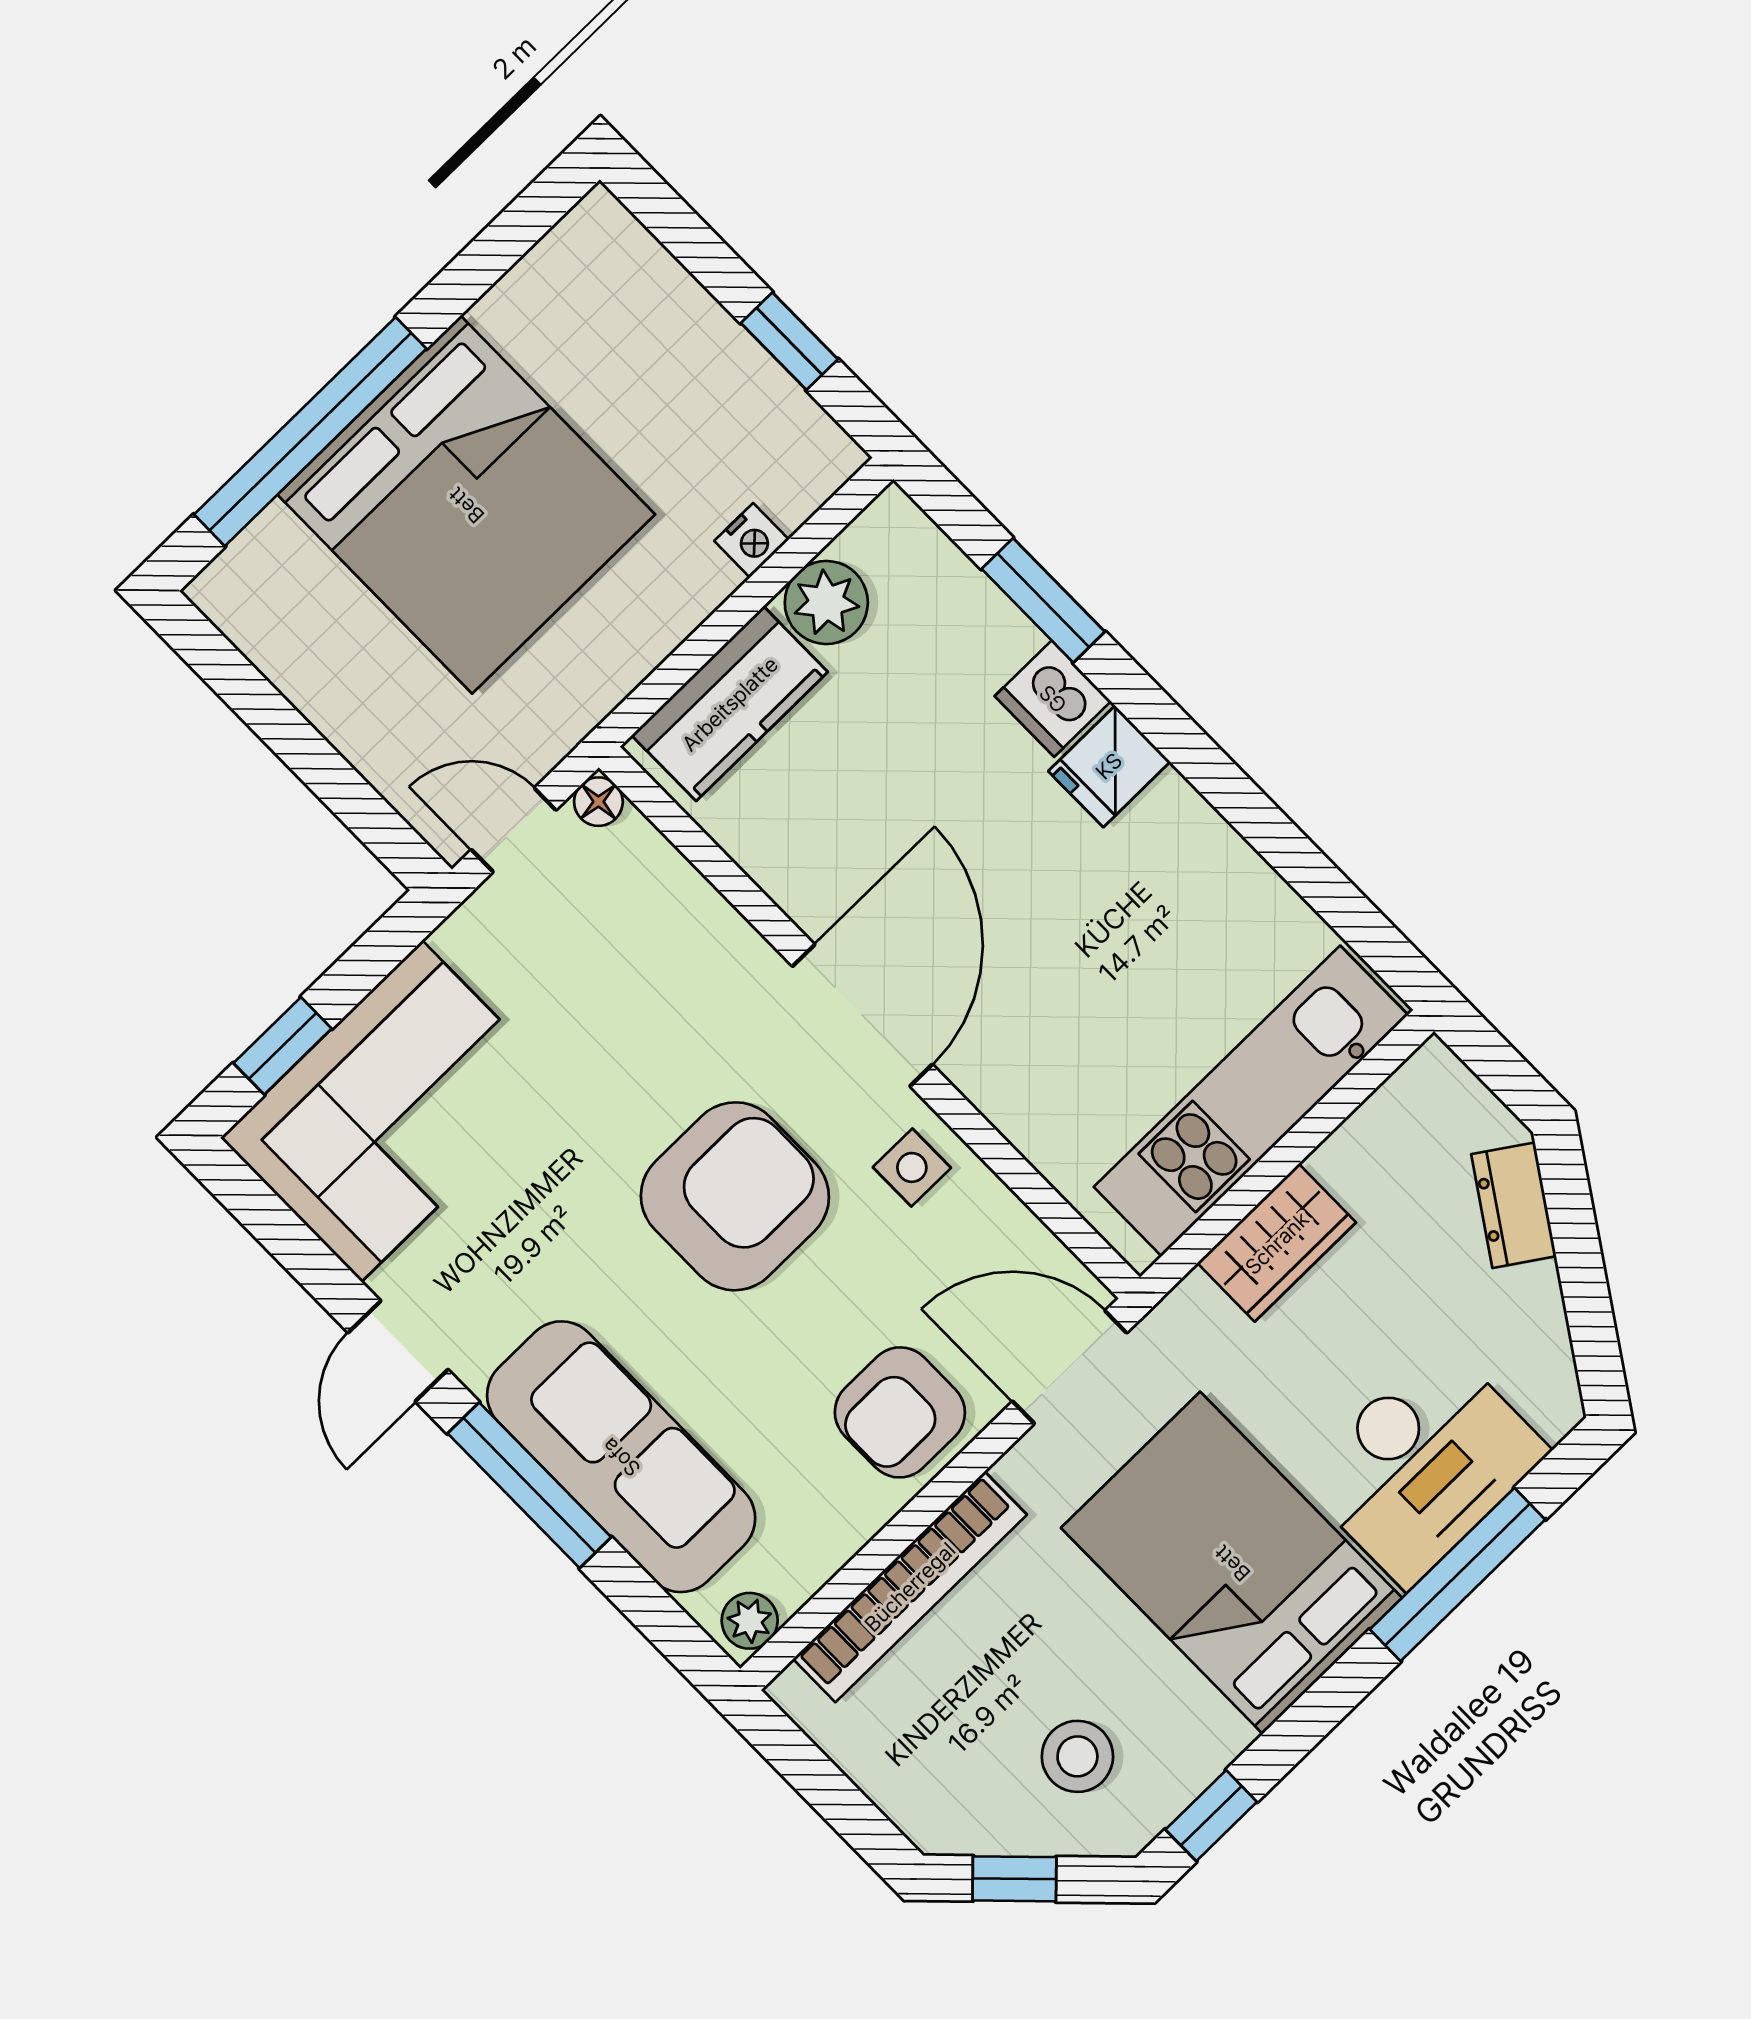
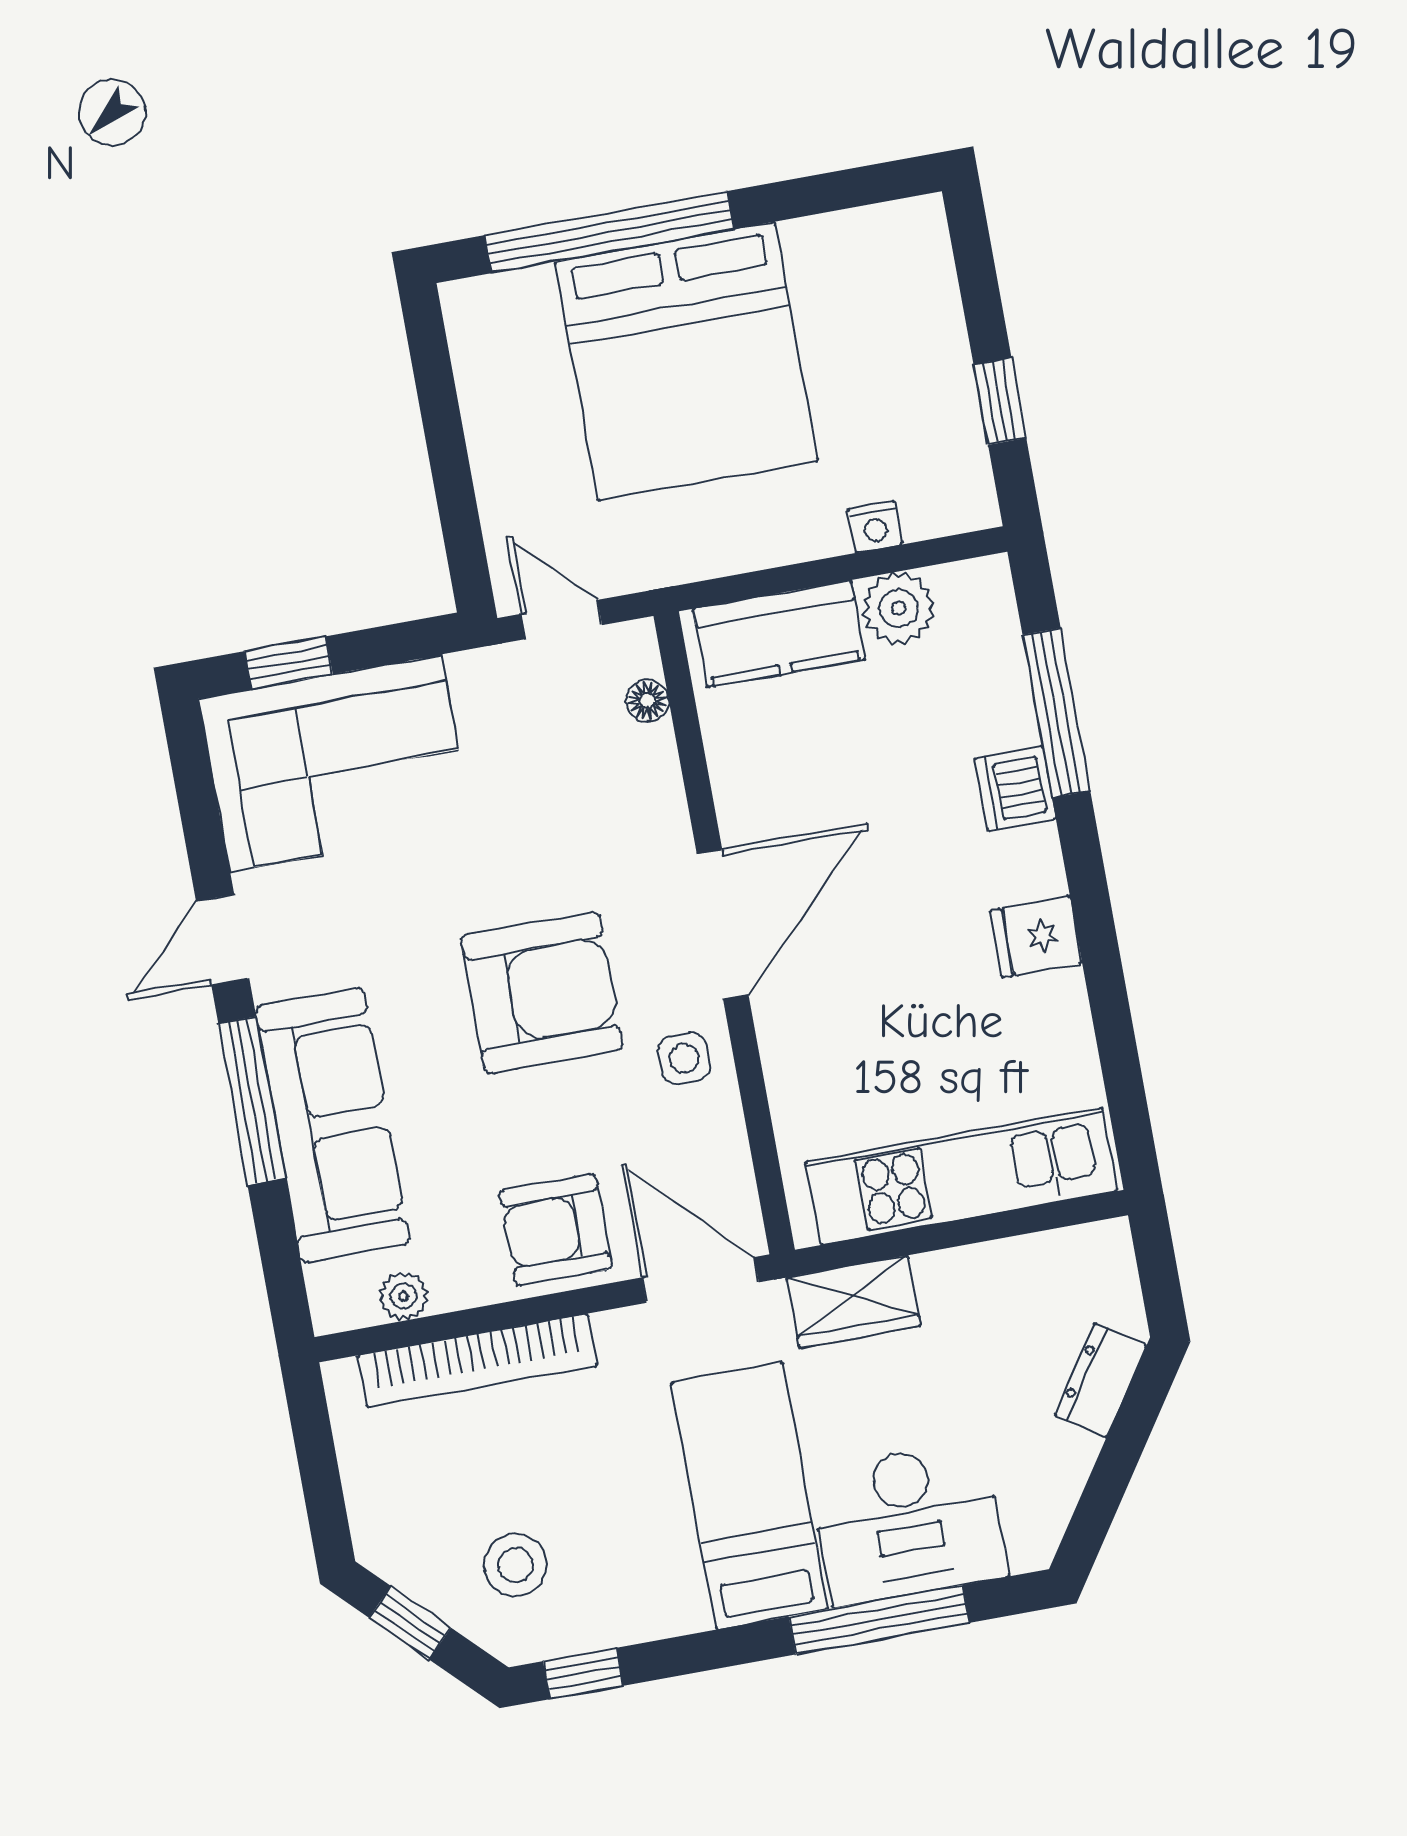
window: (1043, 600) -> (1056, 713), width x1.44
fridge: (1109, 766) -> (1036, 937), moved
floor lamp: (598, 802) -> (647, 701), moved
wardrobe: (1277, 1243) -> (854, 1302), moved
bed: (1232, 1563) -> (749, 1496), width x0.67
plant: (750, 1621) -> (404, 1296), moved

